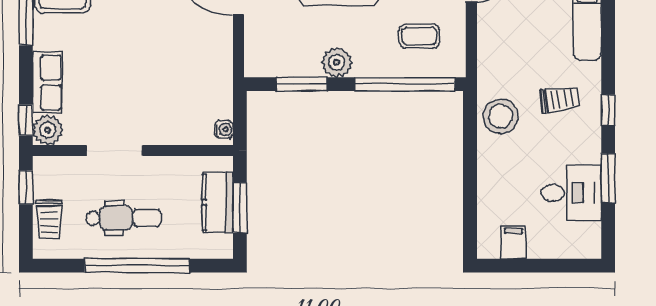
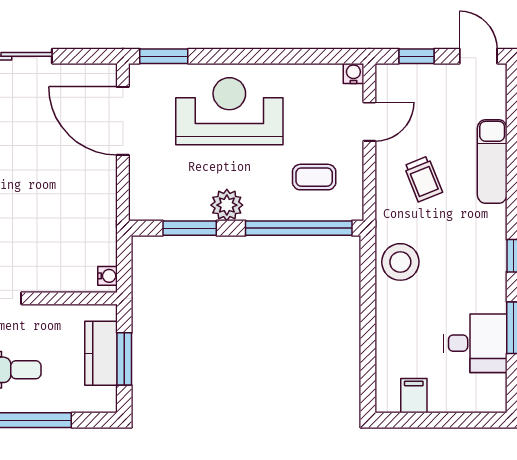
trolley: (560, 99) -> (423, 179), moved, turned 76

